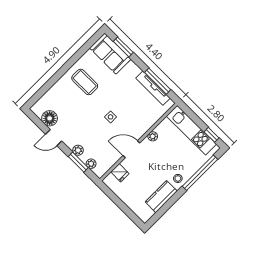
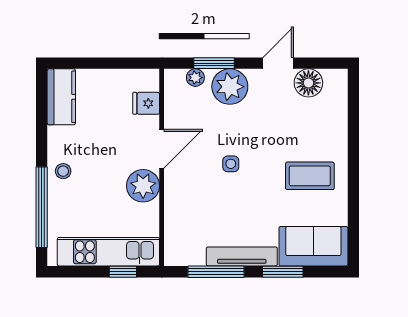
window: (123, 47) -> (283, 272), moved
tv unit: (153, 88) -> (242, 256), moved
window: (211, 135) -> (123, 272), moved
plant: (153, 136) -> (143, 186), width x1.88, depth x1.88
plant: (78, 150) -> (230, 87), width x1.87, depth x1.87
kitchen counter: (161, 197) -> (61, 97), moved

